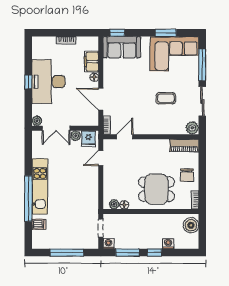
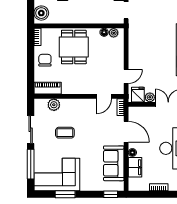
sofa: (122, 47) -> (114, 163), moved, turned -90
plant: (192, 128) -> (54, 105), moved
dining table: (156, 189) -> (74, 47), turned 90

